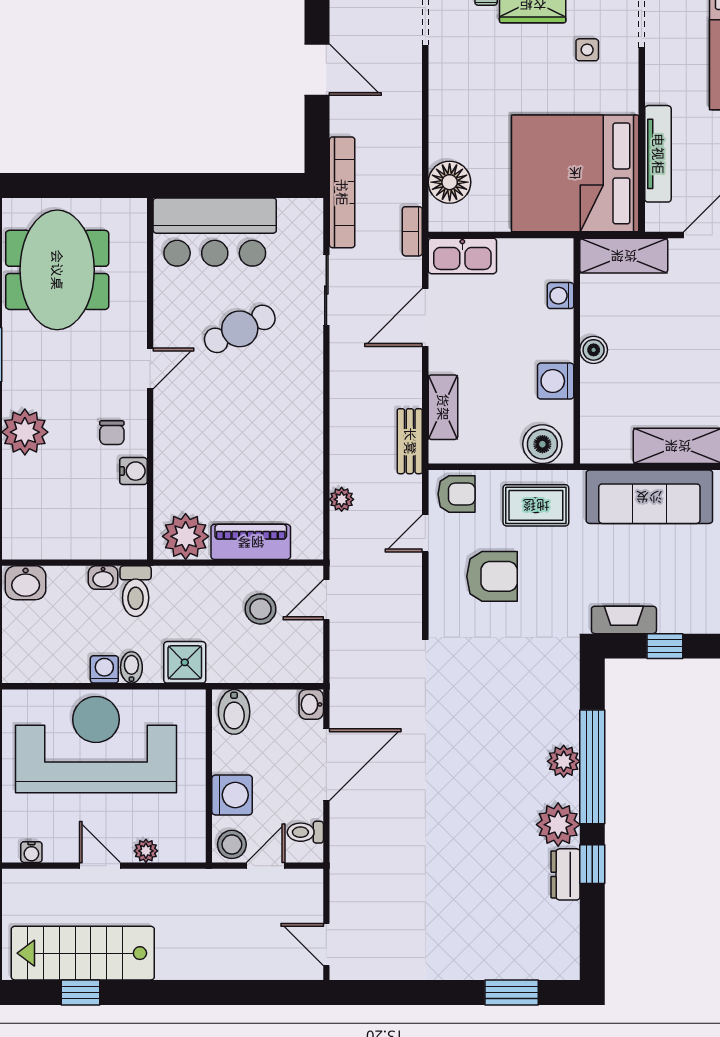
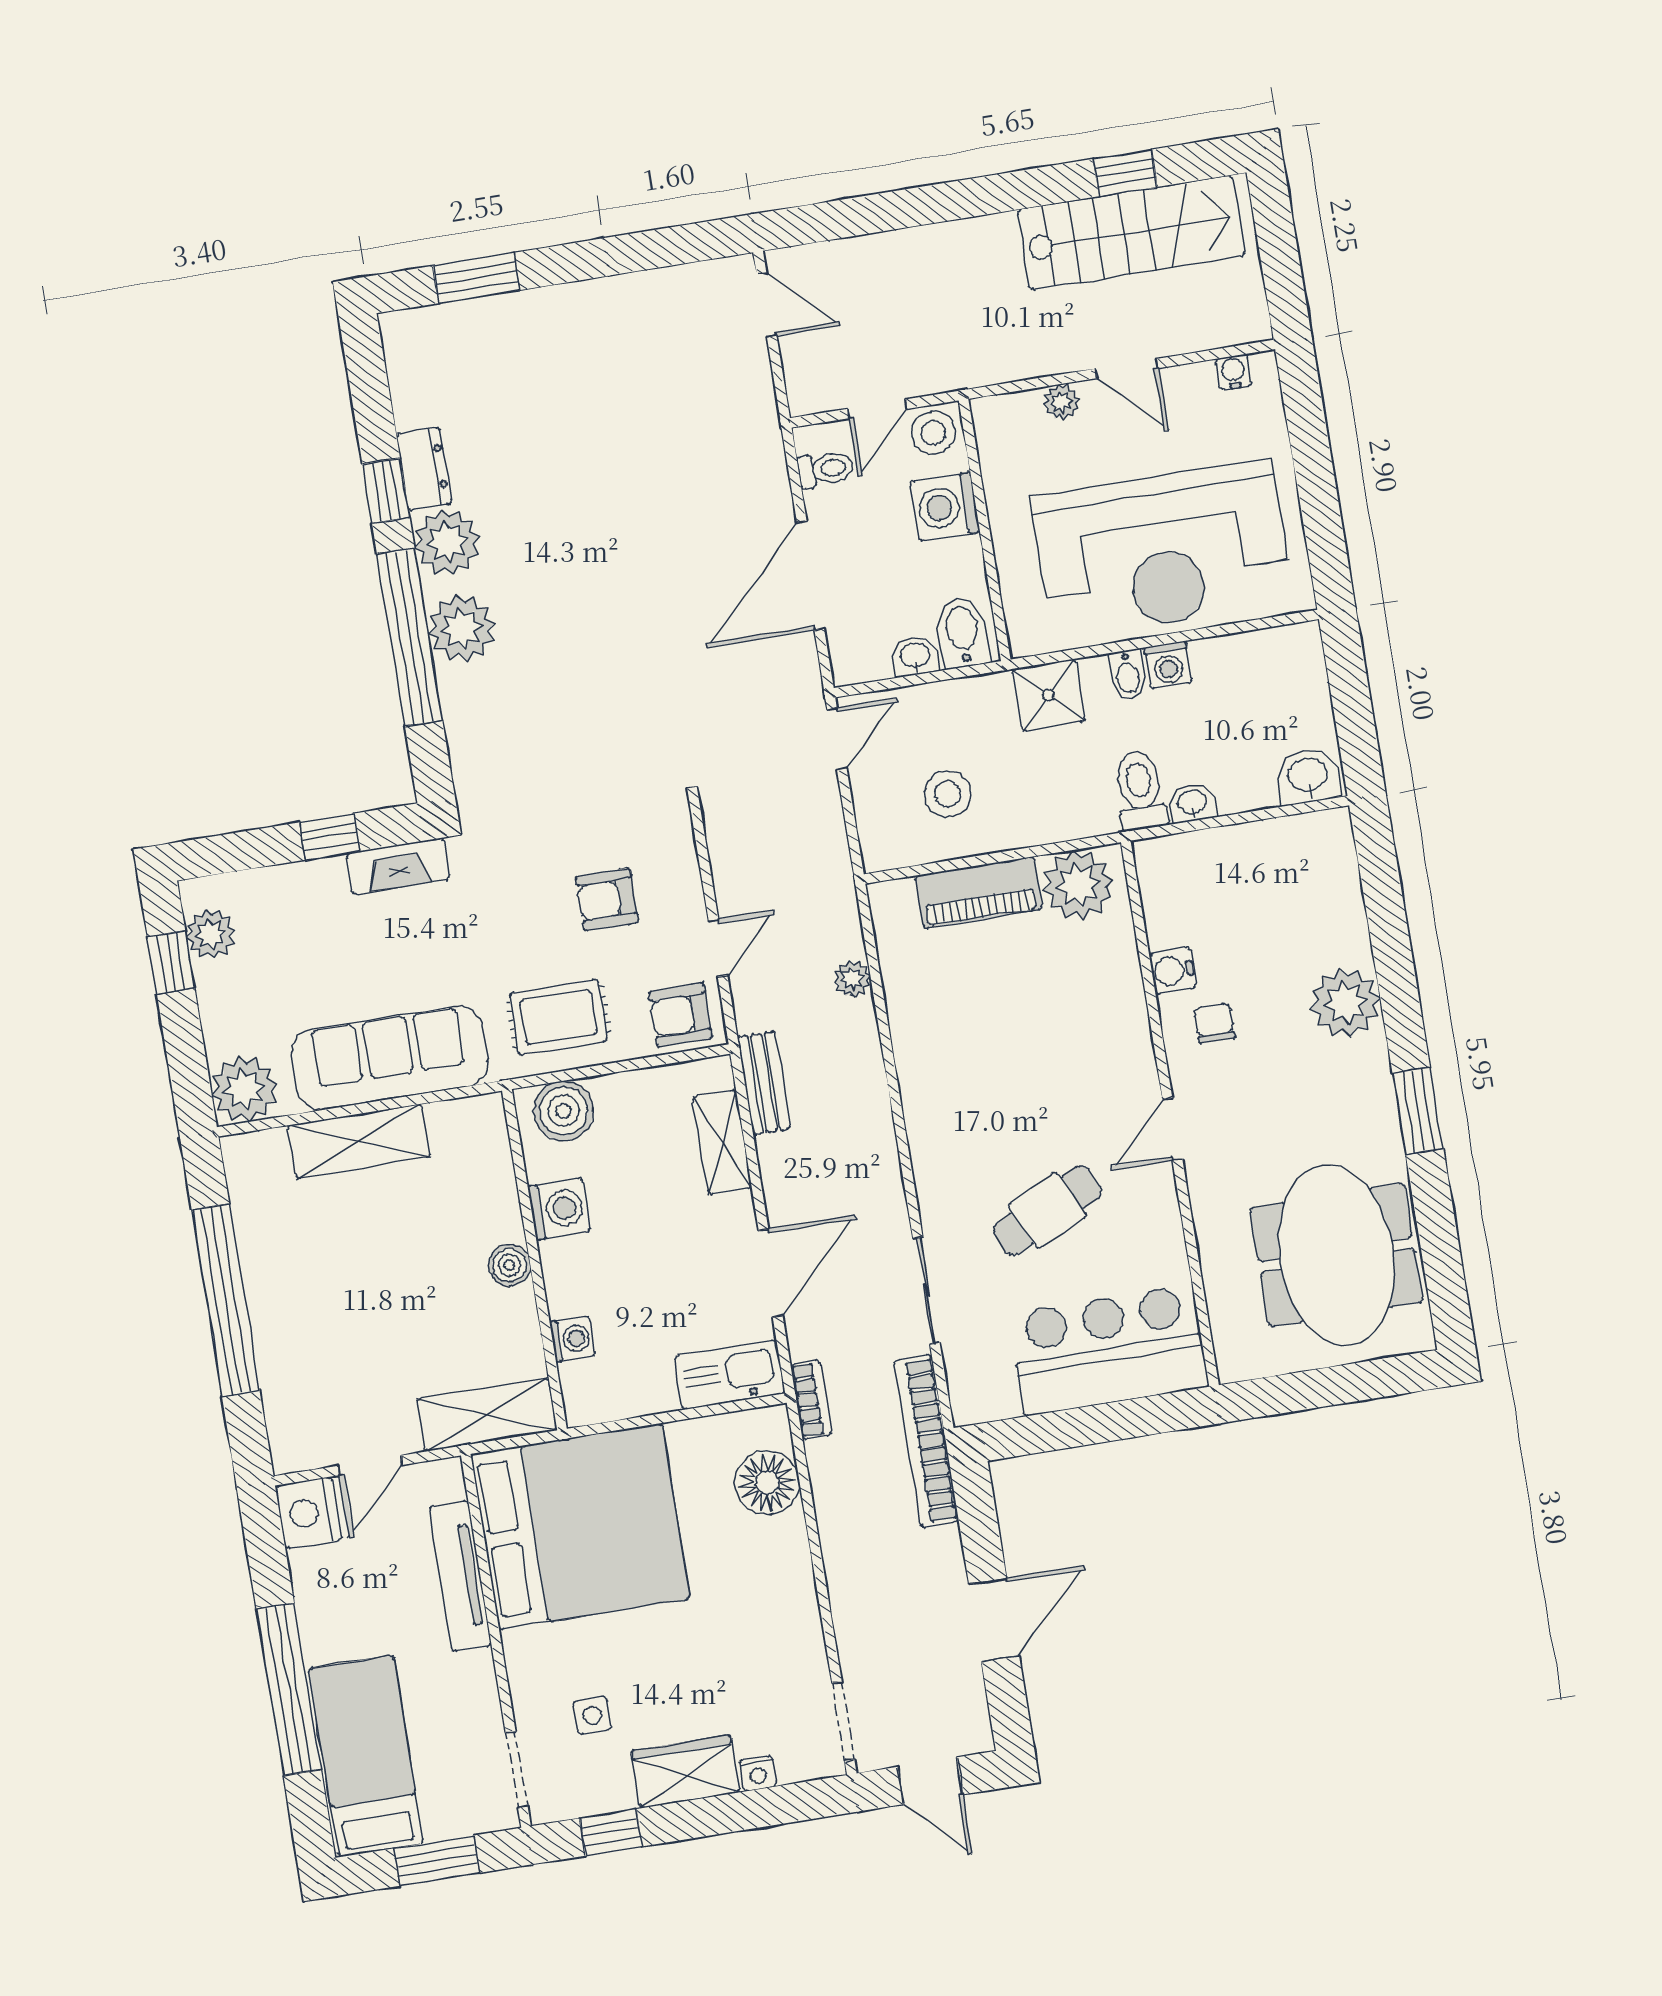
door: (317, 70) -> (994, 1620), swing flipped
armchair: (492, 576) -> (607, 900), width x0.72, depth x0.72
door: (326, 600) -> (837, 739), moved
washbasin: (311, 704) -> (915, 656), moved, turned -90
plant: (564, 761) -> (462, 628), width x1.36, depth x1.36

